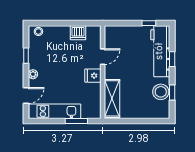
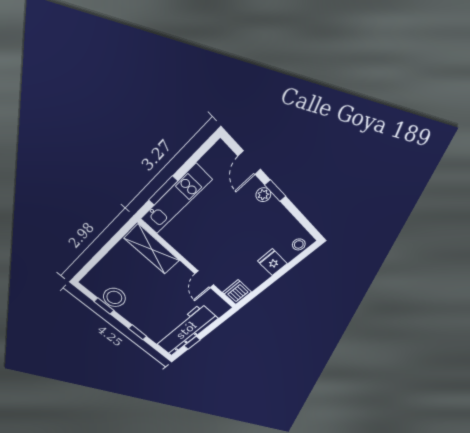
dishwasher: (78, 33) -> (237, 292), moved
workbench: (160, 51) -> (186, 330), moved, turned -90
window: (26, 56) -> (275, 191), moved
fridge: (93, 76) -> (272, 262), moved, turned -90
kitchen unit: (55, 111) -> (176, 200), moved

